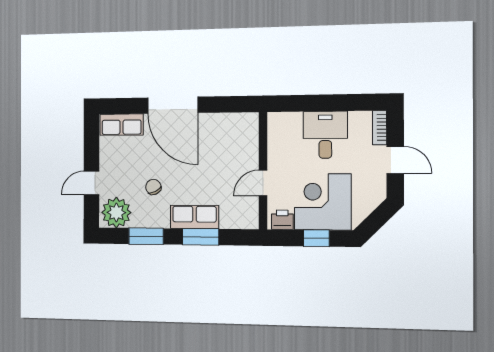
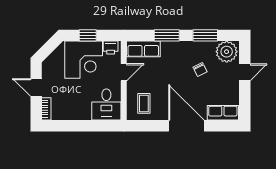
desk: (325, 135) -> (106, 104), moved
coffee table: (234, 137) -> (144, 103), added
row of seats: (194, 217) -> (143, 49), moved

